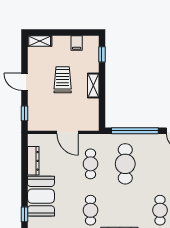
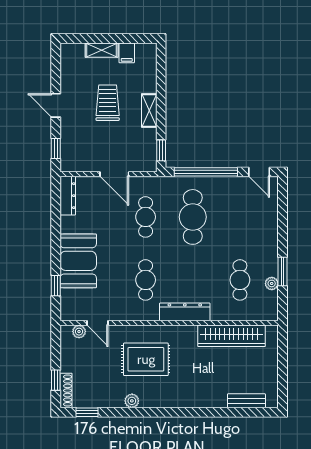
shelving: (40, 41) -> (102, 50), moved
window: (102, 54) -> (161, 150), moved
dresser: (33, 161) -> (68, 196), moved

